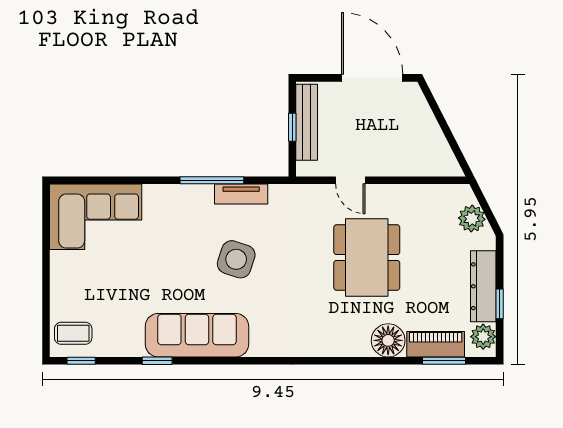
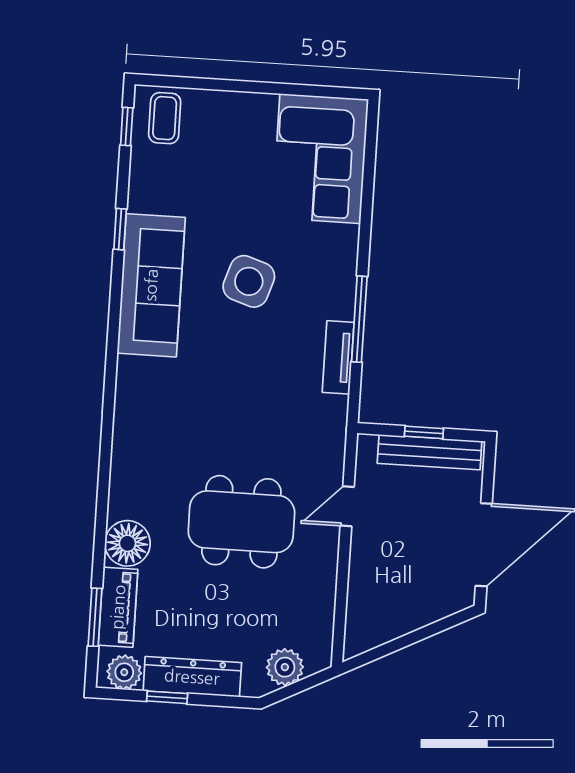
side table: (236, 259) -> (249, 281), moved

